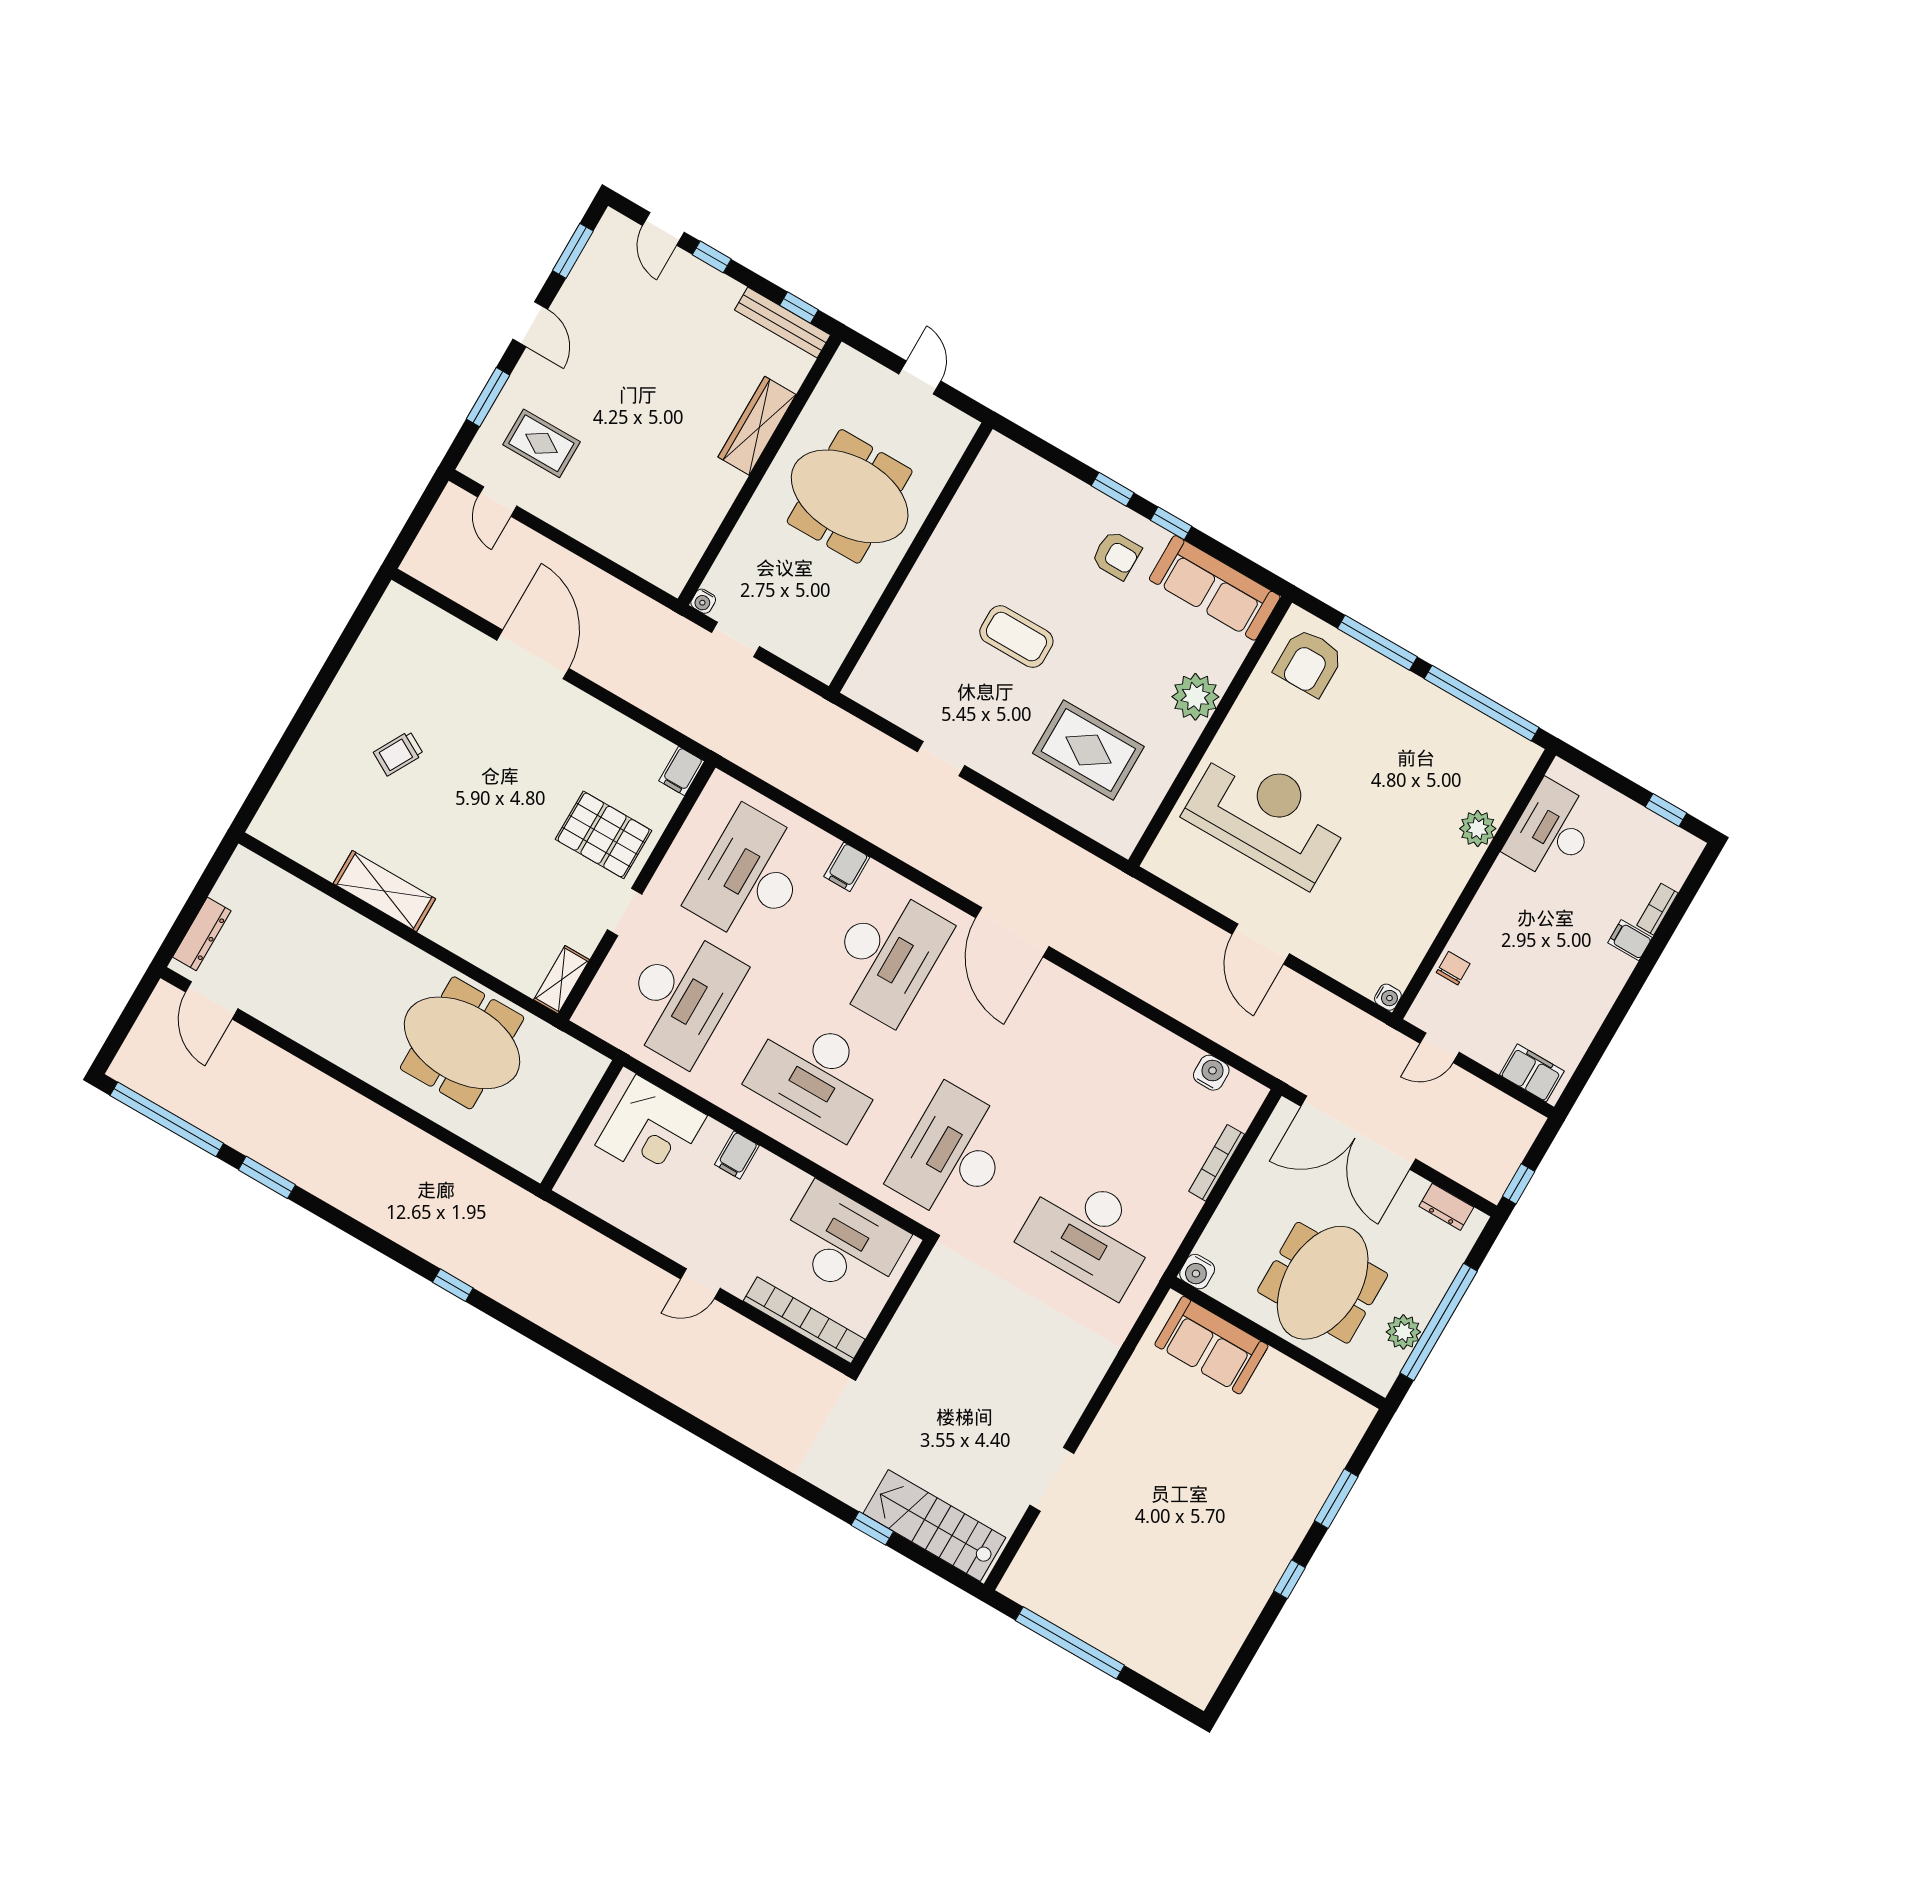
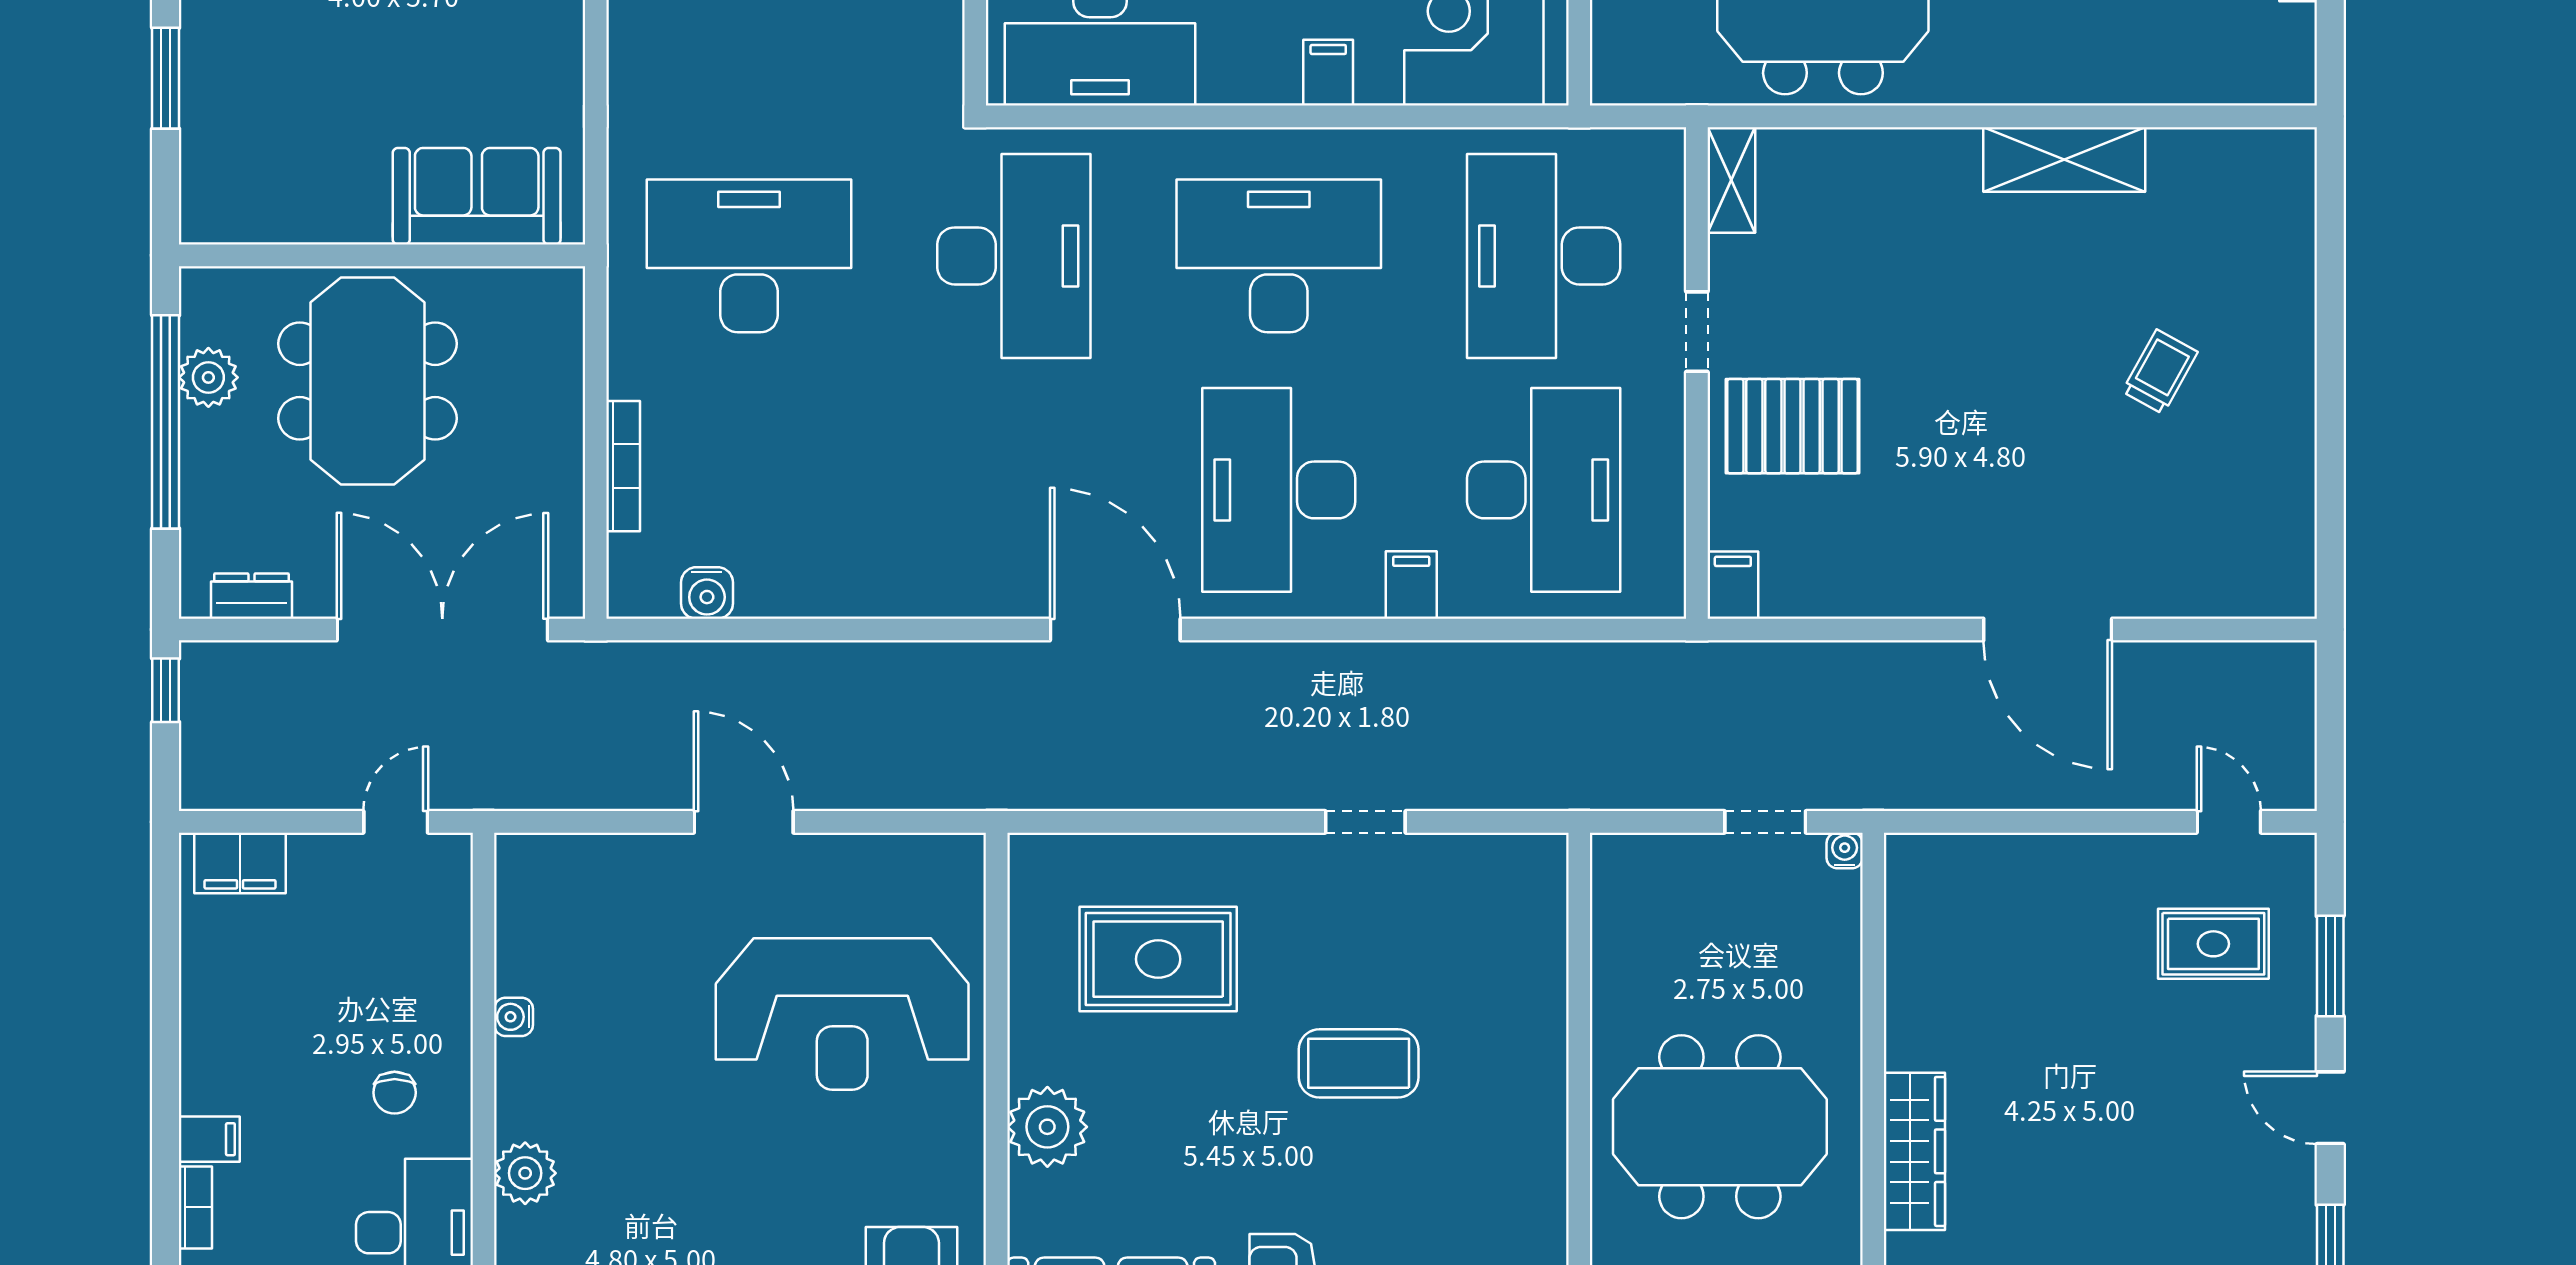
chair: (1453, 968) -> (395, 1093), moved
water cooler: (1388, 997) -> (514, 1017), moved
water cooler: (1197, 1272) -> (560, 291), removed

